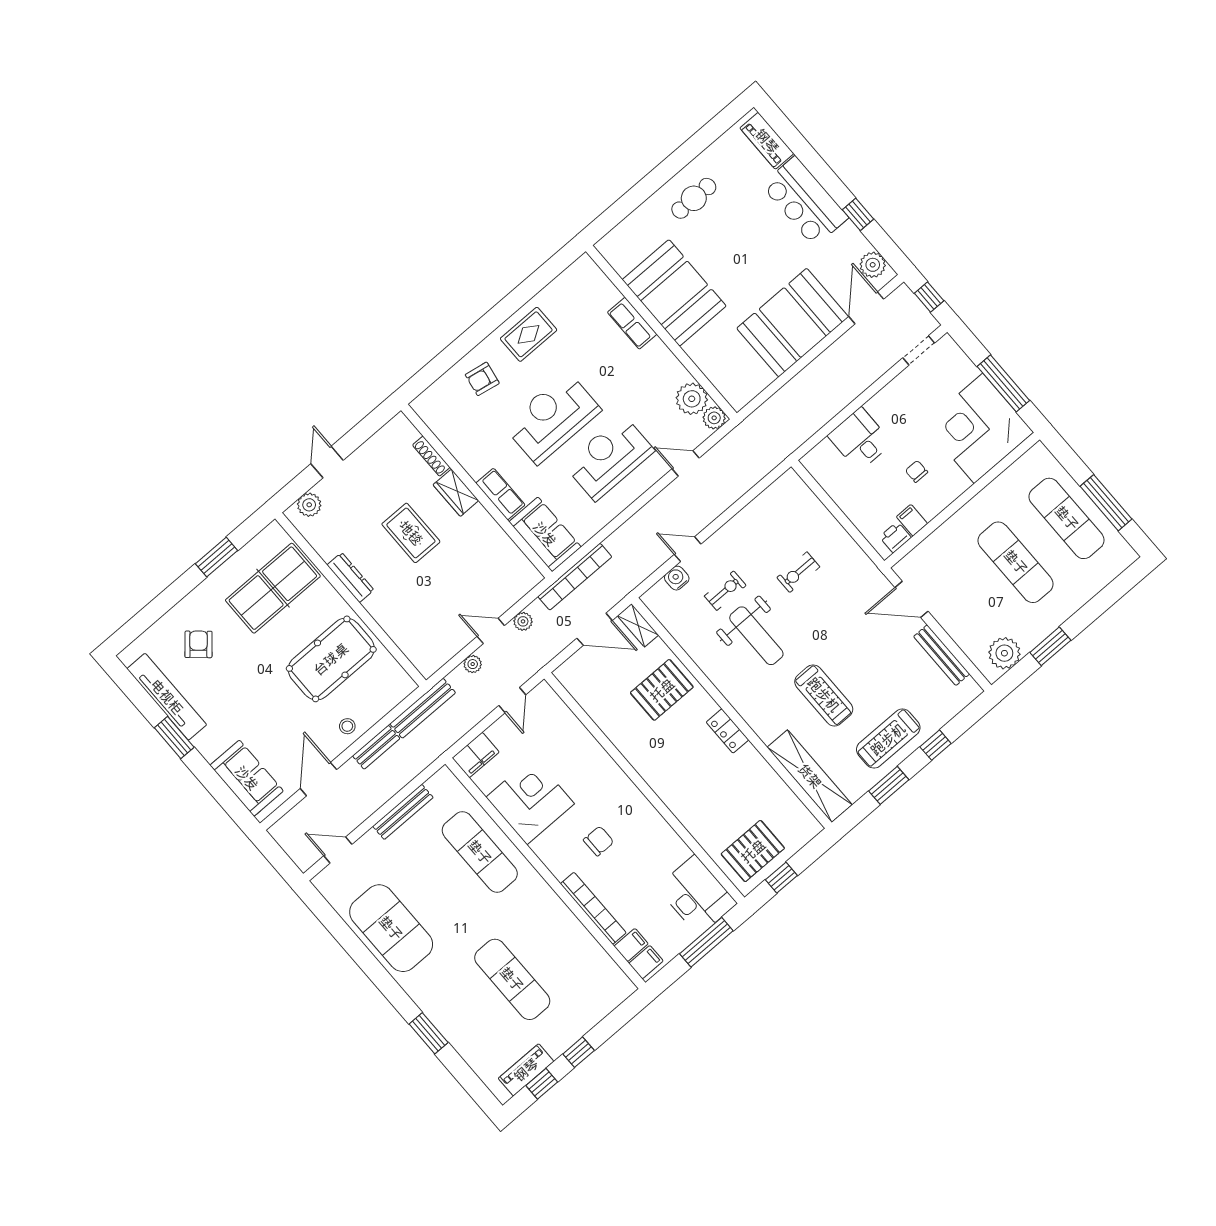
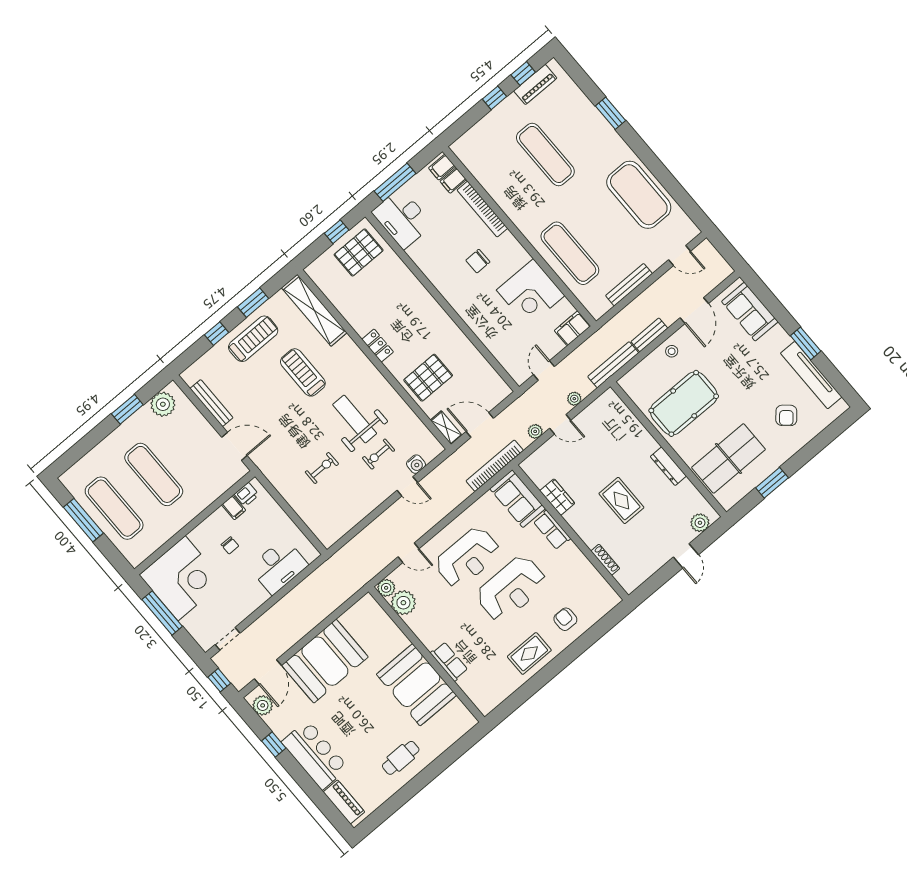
armchair: (482, 379) -> (565, 619), turned -100
desk: (860, 439) -> (279, 566), width x1.37
wardrobe: (456, 493) -> (557, 497), moved

